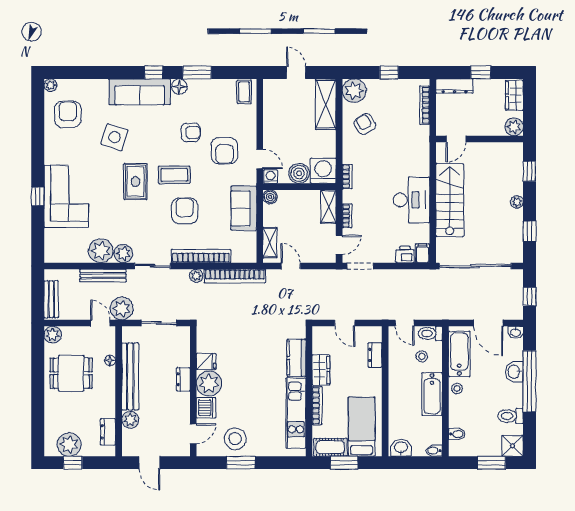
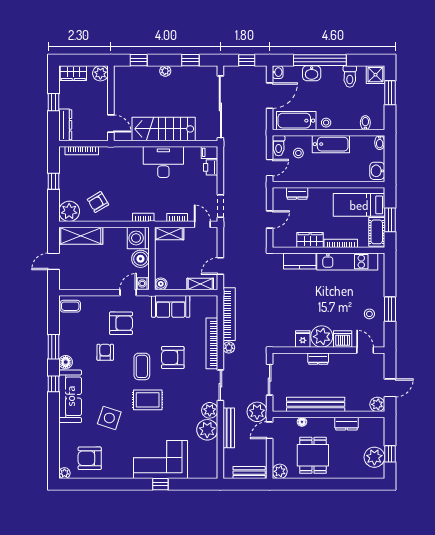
plant: (130, 420) -> (377, 404), moved
dresser: (108, 432) -> (346, 424), moved
stool: (235, 439) -> (369, 314), width x0.53, depth x0.53

